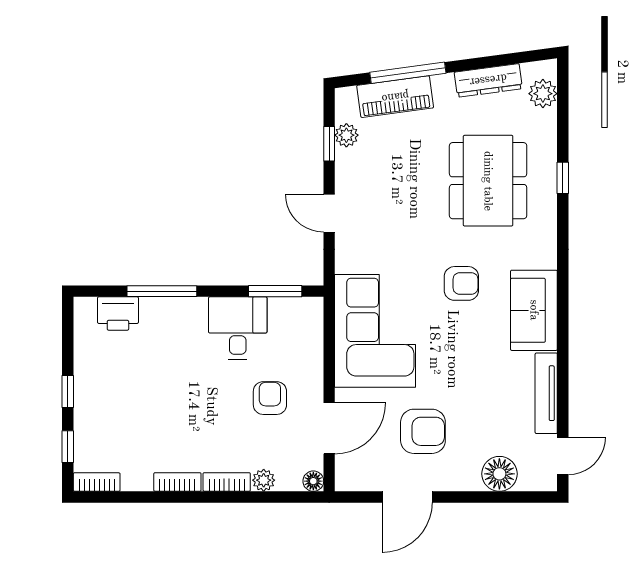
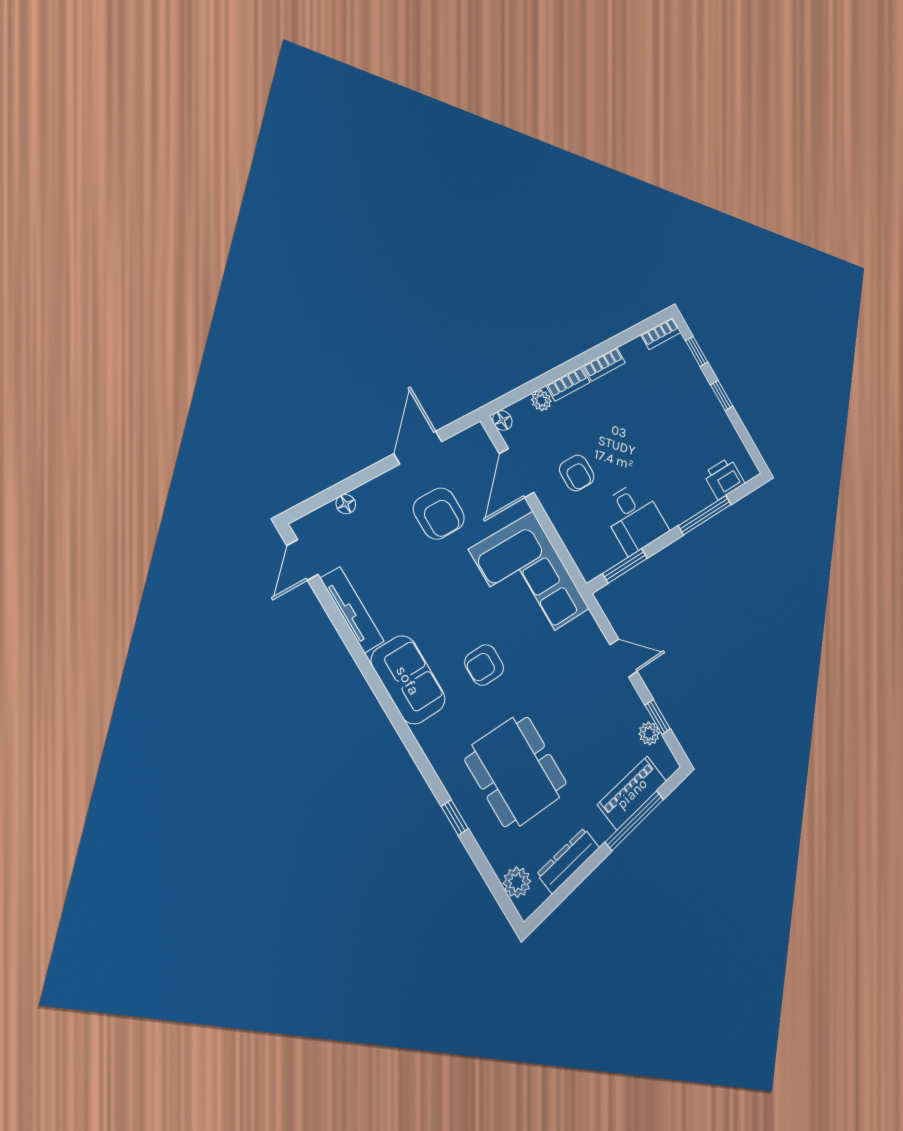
armchair: (423, 431) -> (439, 513), turned -90
floor lamp: (499, 474) -> (346, 504), width x0.53, depth x0.53

